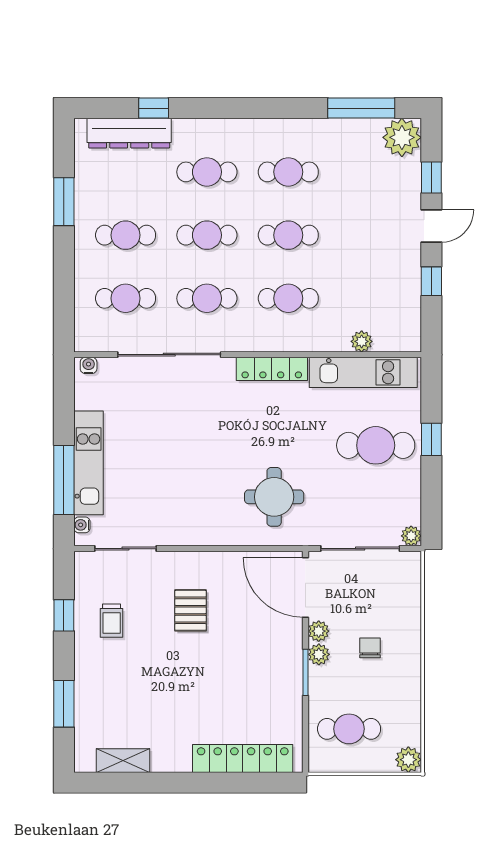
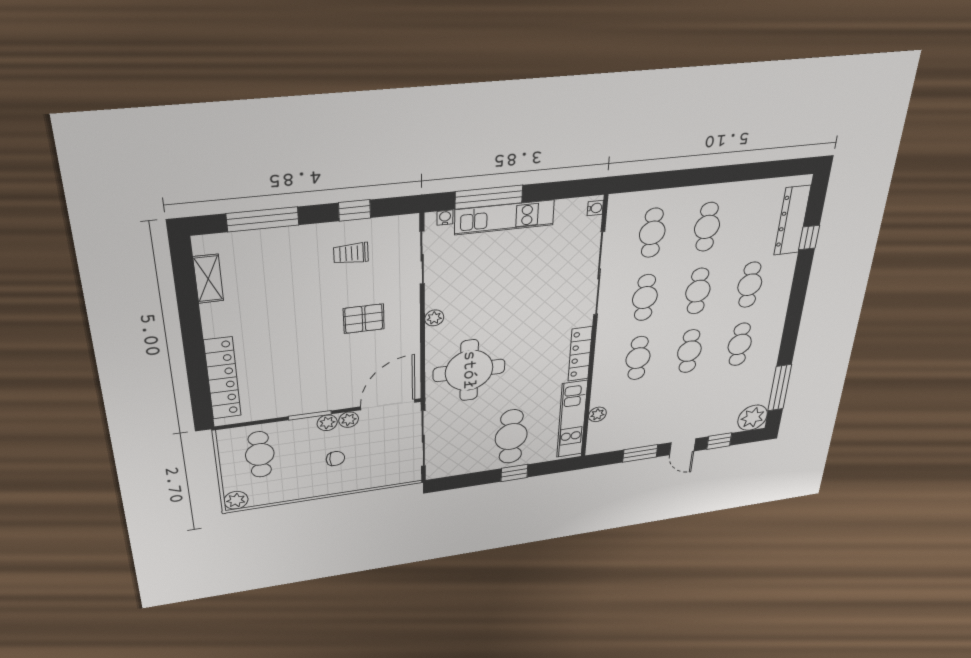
window: (64, 202) -> (744, 172), removed
window: (431, 281) -> (640, 453), width x1.50
round table: (274, 497) -> (469, 370), width x1.36, depth x1.36
plant: (411, 536) -> (434, 318), moved
window: (64, 704) -> (263, 219), width x1.44

